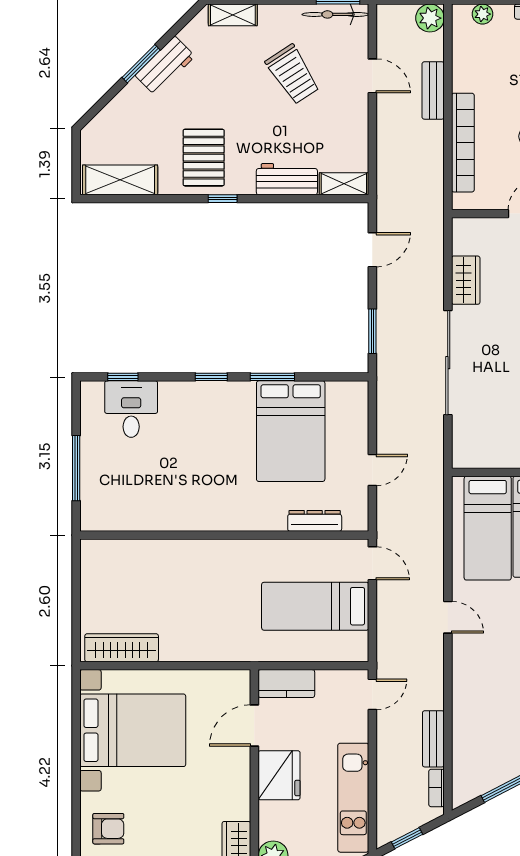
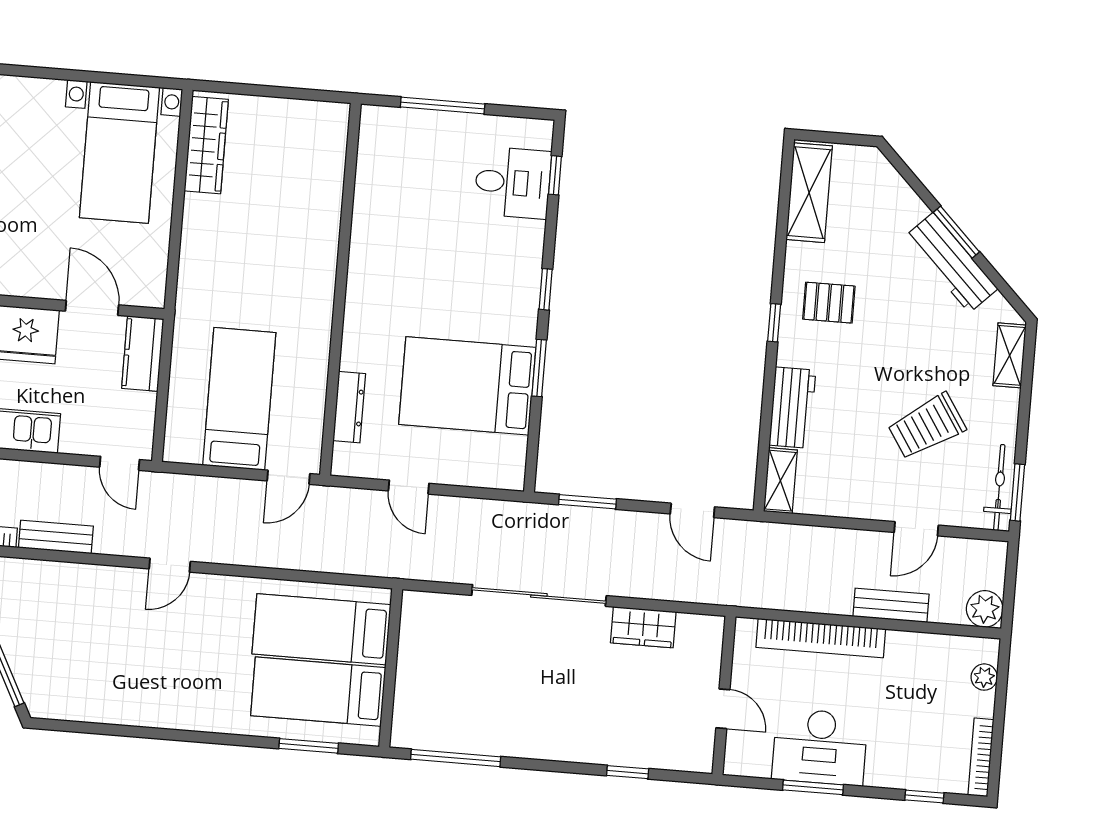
workbench: (165, 66) -> (951, 263), width x1.38
pallet: (204, 158) -> (829, 303), width x0.67, depth x0.71
door: (448, 617) -> (170, 565), moved
bed with nightstands: (133, 730) -> (120, 152), width x0.73

